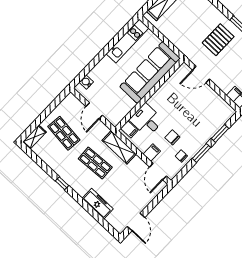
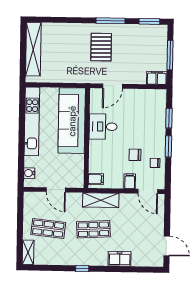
kitchen unit: (127, 41) -> (32, 121), width x1.36
desk: (146, 120) -> (103, 127), moved
freezer: (98, 204) -> (120, 259), width x0.71

